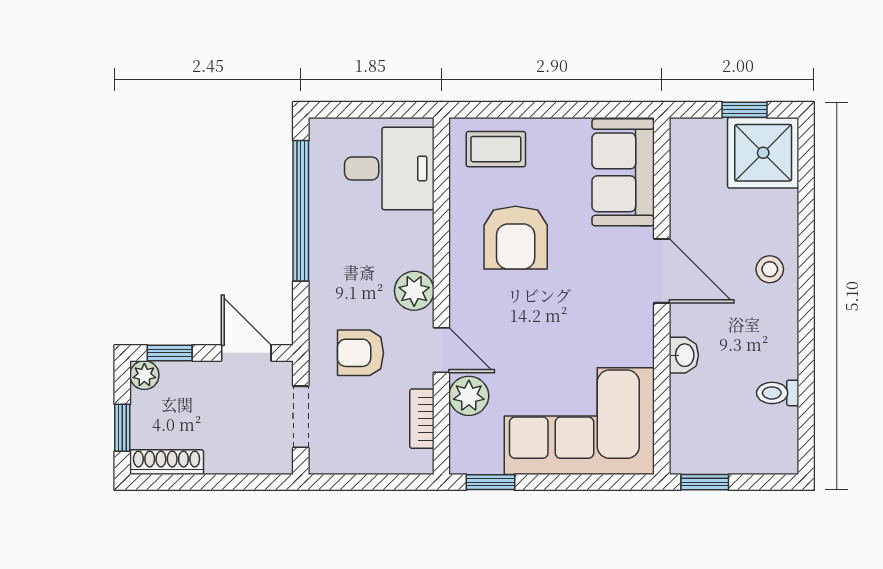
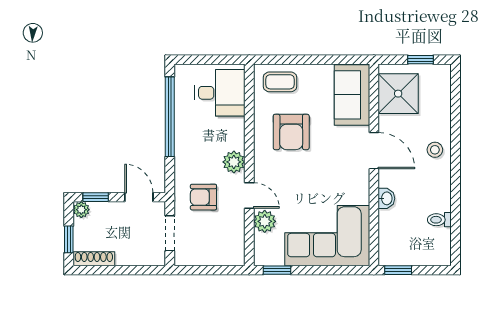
shower: (763, 153) -> (398, 94), moved
bookcase: (422, 419) -> (238, 234), removed

